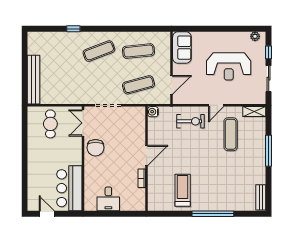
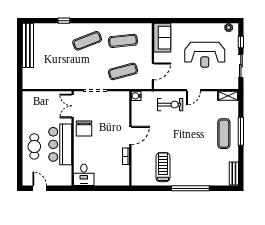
bench: (34, 80) -> (28, 45), moved
cafe table: (50, 124) -> (34, 146), moved
exercise mat: (231, 134) -> (224, 134), moved
bar counter: (69, 188) -> (60, 144), moved
desk: (108, 199) -> (84, 175), moved

